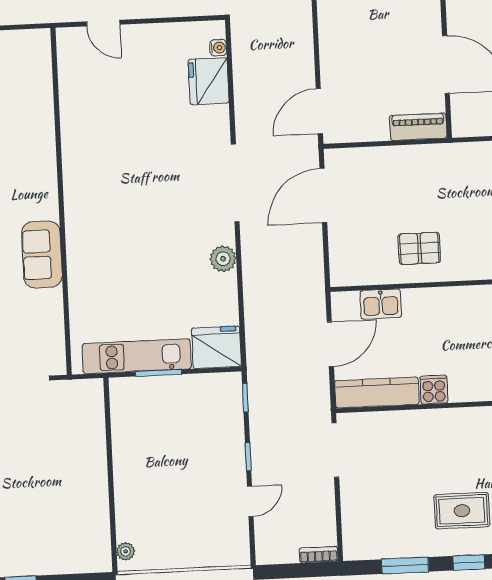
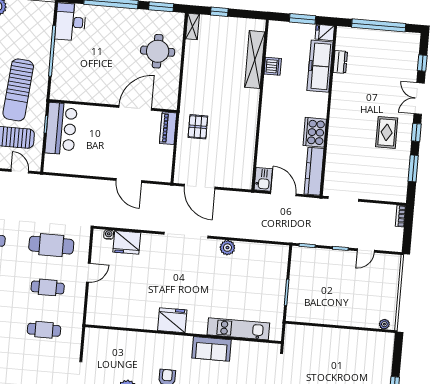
door: (103, 23) -> (88, 273), moved
door: (319, 111) -> (129, 181), moved
pallet: (419, 248) -> (198, 127), moved
kitchen sink: (381, 304) -> (263, 179), moved
fridge: (216, 347) -> (172, 320), moved, turned 90
kitchen unit: (137, 356) -> (238, 329), moved, turned 90
cooker: (434, 390) -> (315, 132), width x1.87, depth x1.31
door: (250, 501) -> (366, 251), swing flipped

